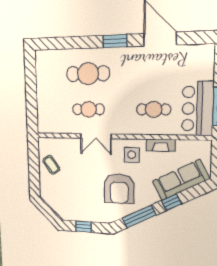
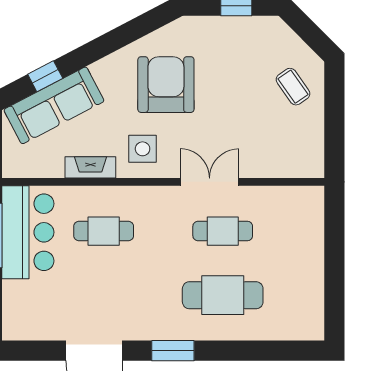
coffee table: (51, 165) -> (293, 87), moved
window: (171, 202) -> (45, 76), moved
window: (139, 217) -> (128, 33), removed

